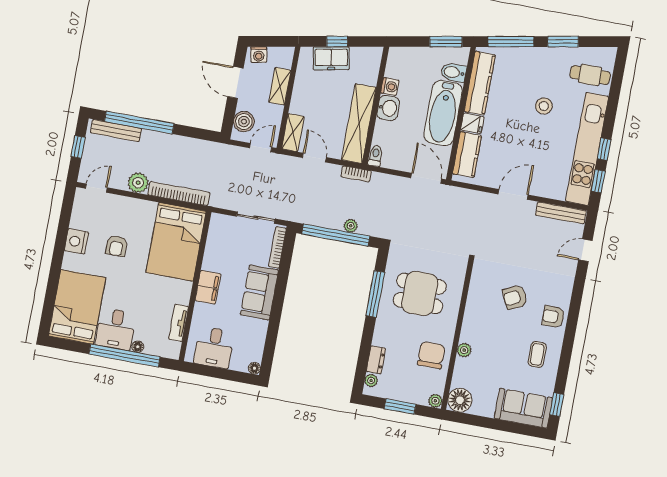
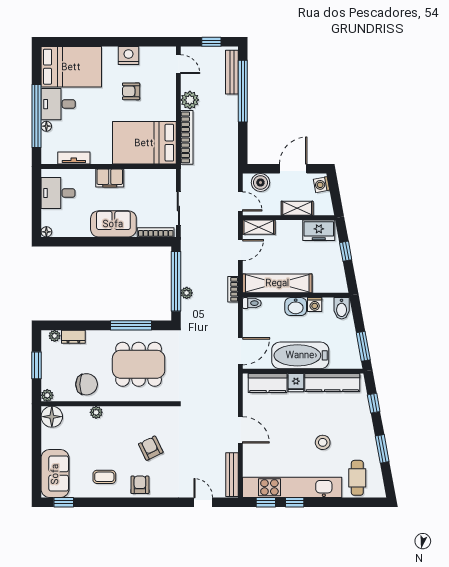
window: (511, 42) -> (374, 403), width x0.46
freezer: (331, 58) -> (319, 230), moved, turned -80
bidet: (453, 72) -> (342, 308), moved, turned 180
dining table: (420, 293) -> (139, 364), width x1.38

